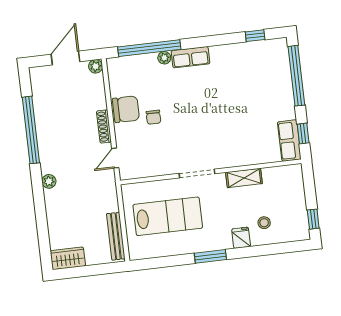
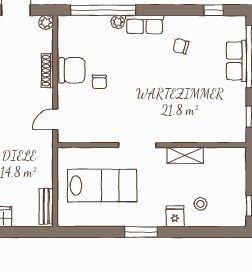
chair: (228, 74) -> (181, 46), added
shoe rack: (104, 126) -> (47, 71), moved
row of seats: (289, 140) -> (236, 61), moved
bench: (116, 236) -> (46, 206), width x0.73

